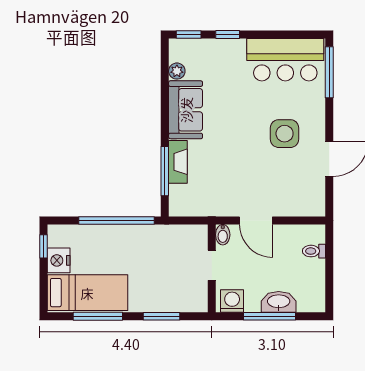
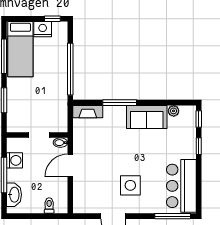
fireplace: (178, 162) -> (88, 112), moved
window: (165, 171) -> (120, 103), moved
washing machine: (232, 301) -> (15, 160), moved
washbasin: (279, 302) -> (14, 195), moved

